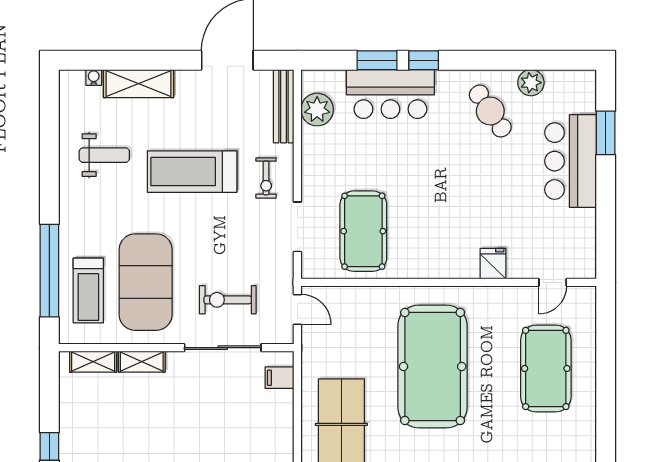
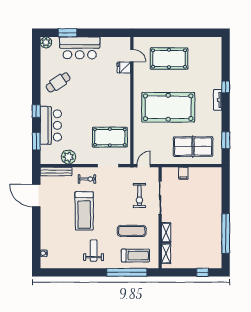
window: (377, 60) -> (36, 141), moved
plant: (531, 83) -> (46, 42), moved
shelving: (138, 84) -> (46, 234), removed
plant: (317, 110) -> (68, 157), moved
weight bench: (104, 155) -> (94, 251), moved
fridge: (493, 264) -> (124, 68), moved
exercise mat: (146, 282) -> (132, 231), width x0.50, depth x0.69
filing cabinet: (279, 378) -> (183, 173), moved

